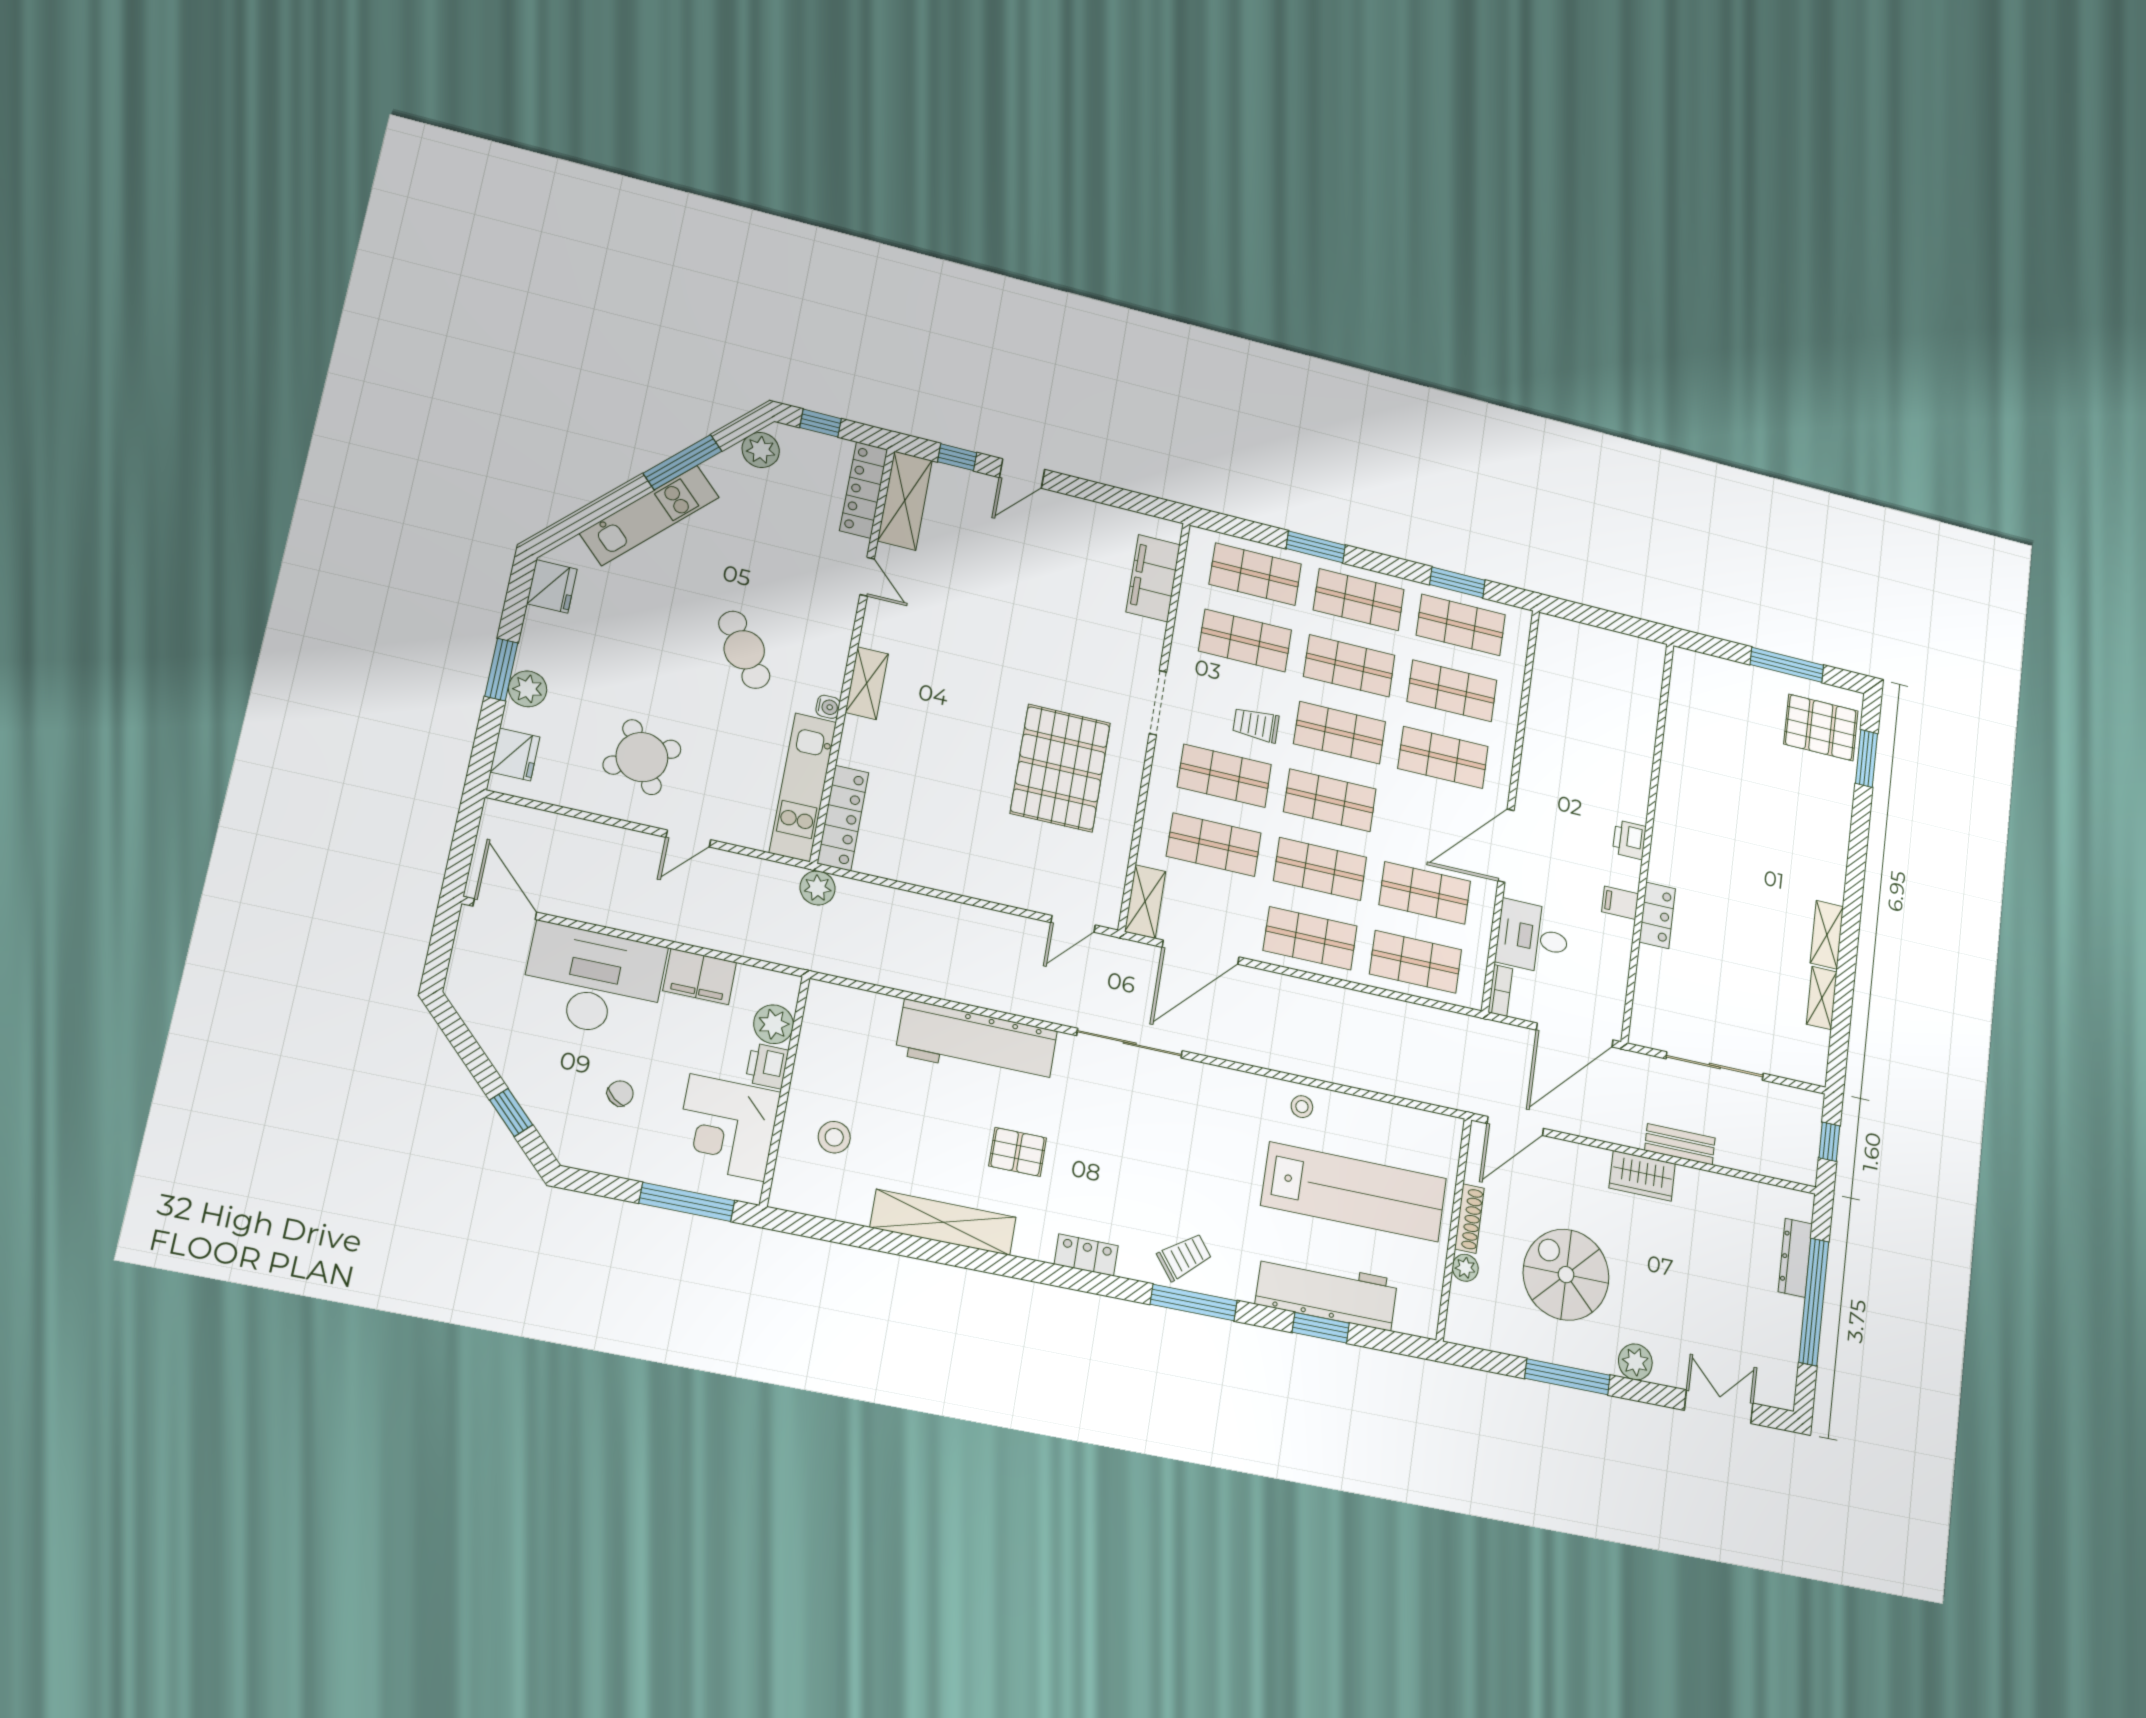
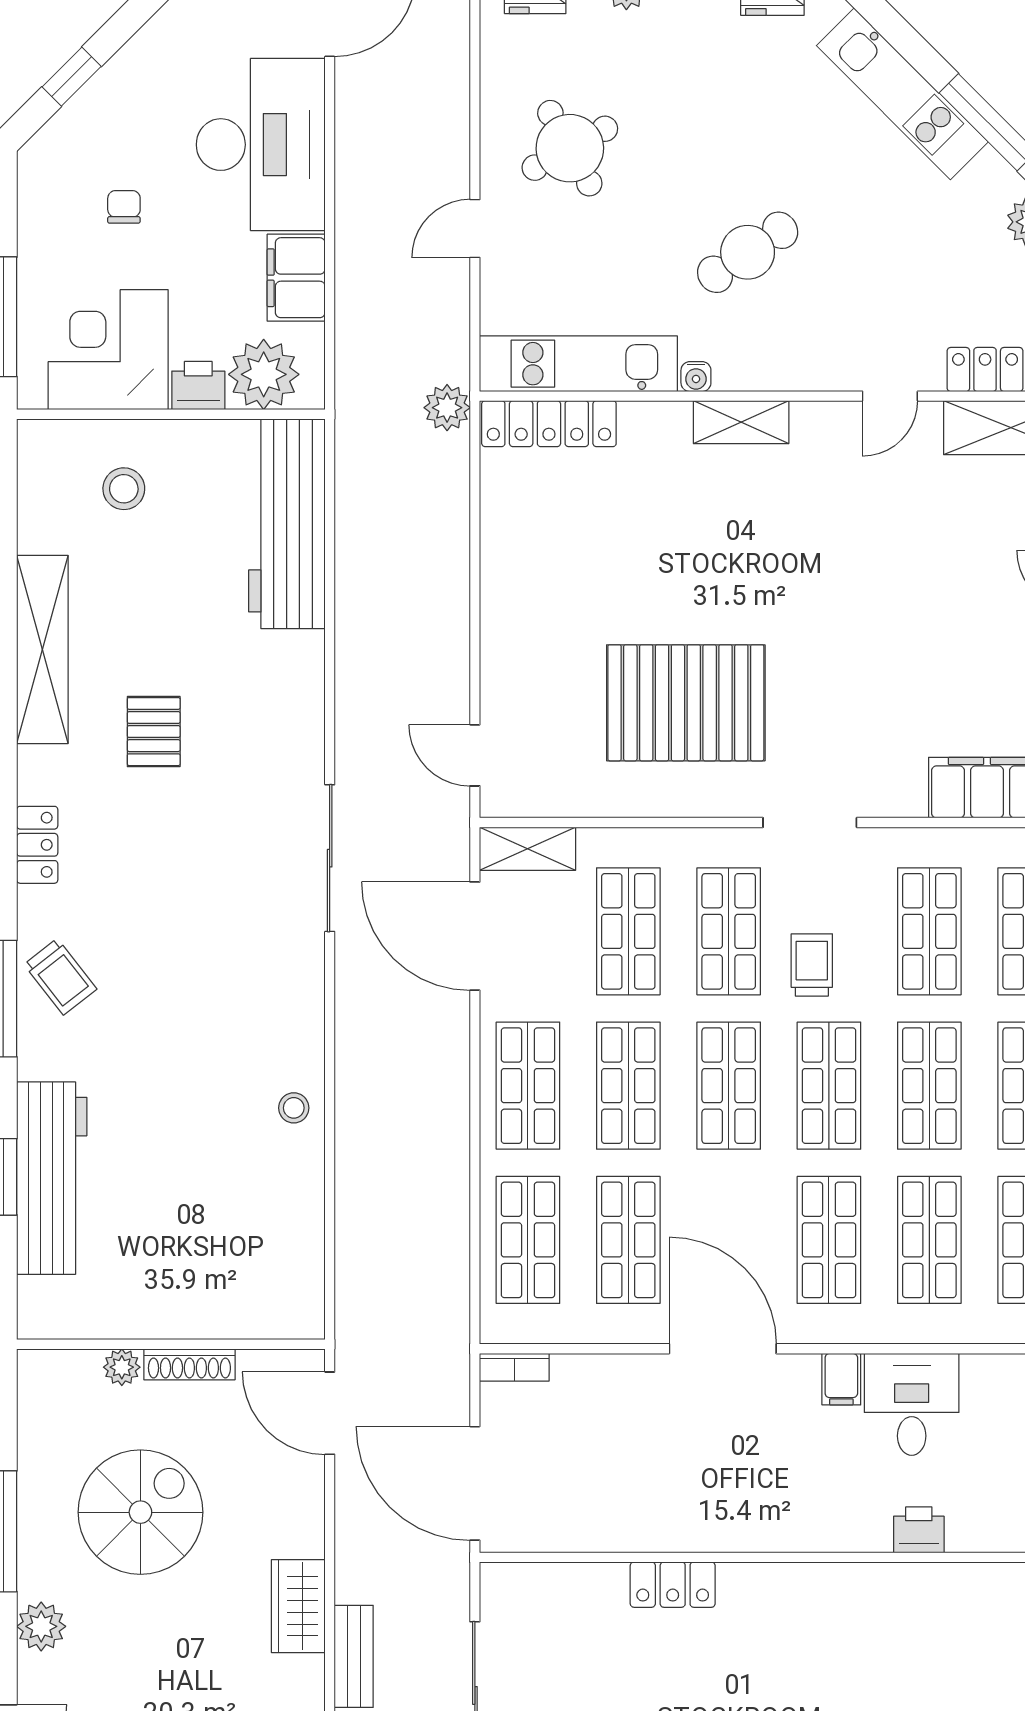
door: (688, 839) -> (475, 228), hinge flipped
printer: (1629, 840) -> (919, 1530), moved
filing cabinet: (1620, 903) -> (841, 1379), moved, turned 180
desk: (1533, 937) -> (912, 1404), moved
plant: (774, 1024) -> (264, 374), width x1.36, depth x1.36
workbench: (977, 1042) -> (287, 524), moved
chair: (620, 1093) -> (124, 207), turned -128
lab bench: (1354, 1192) -> (193, 1197), removed

